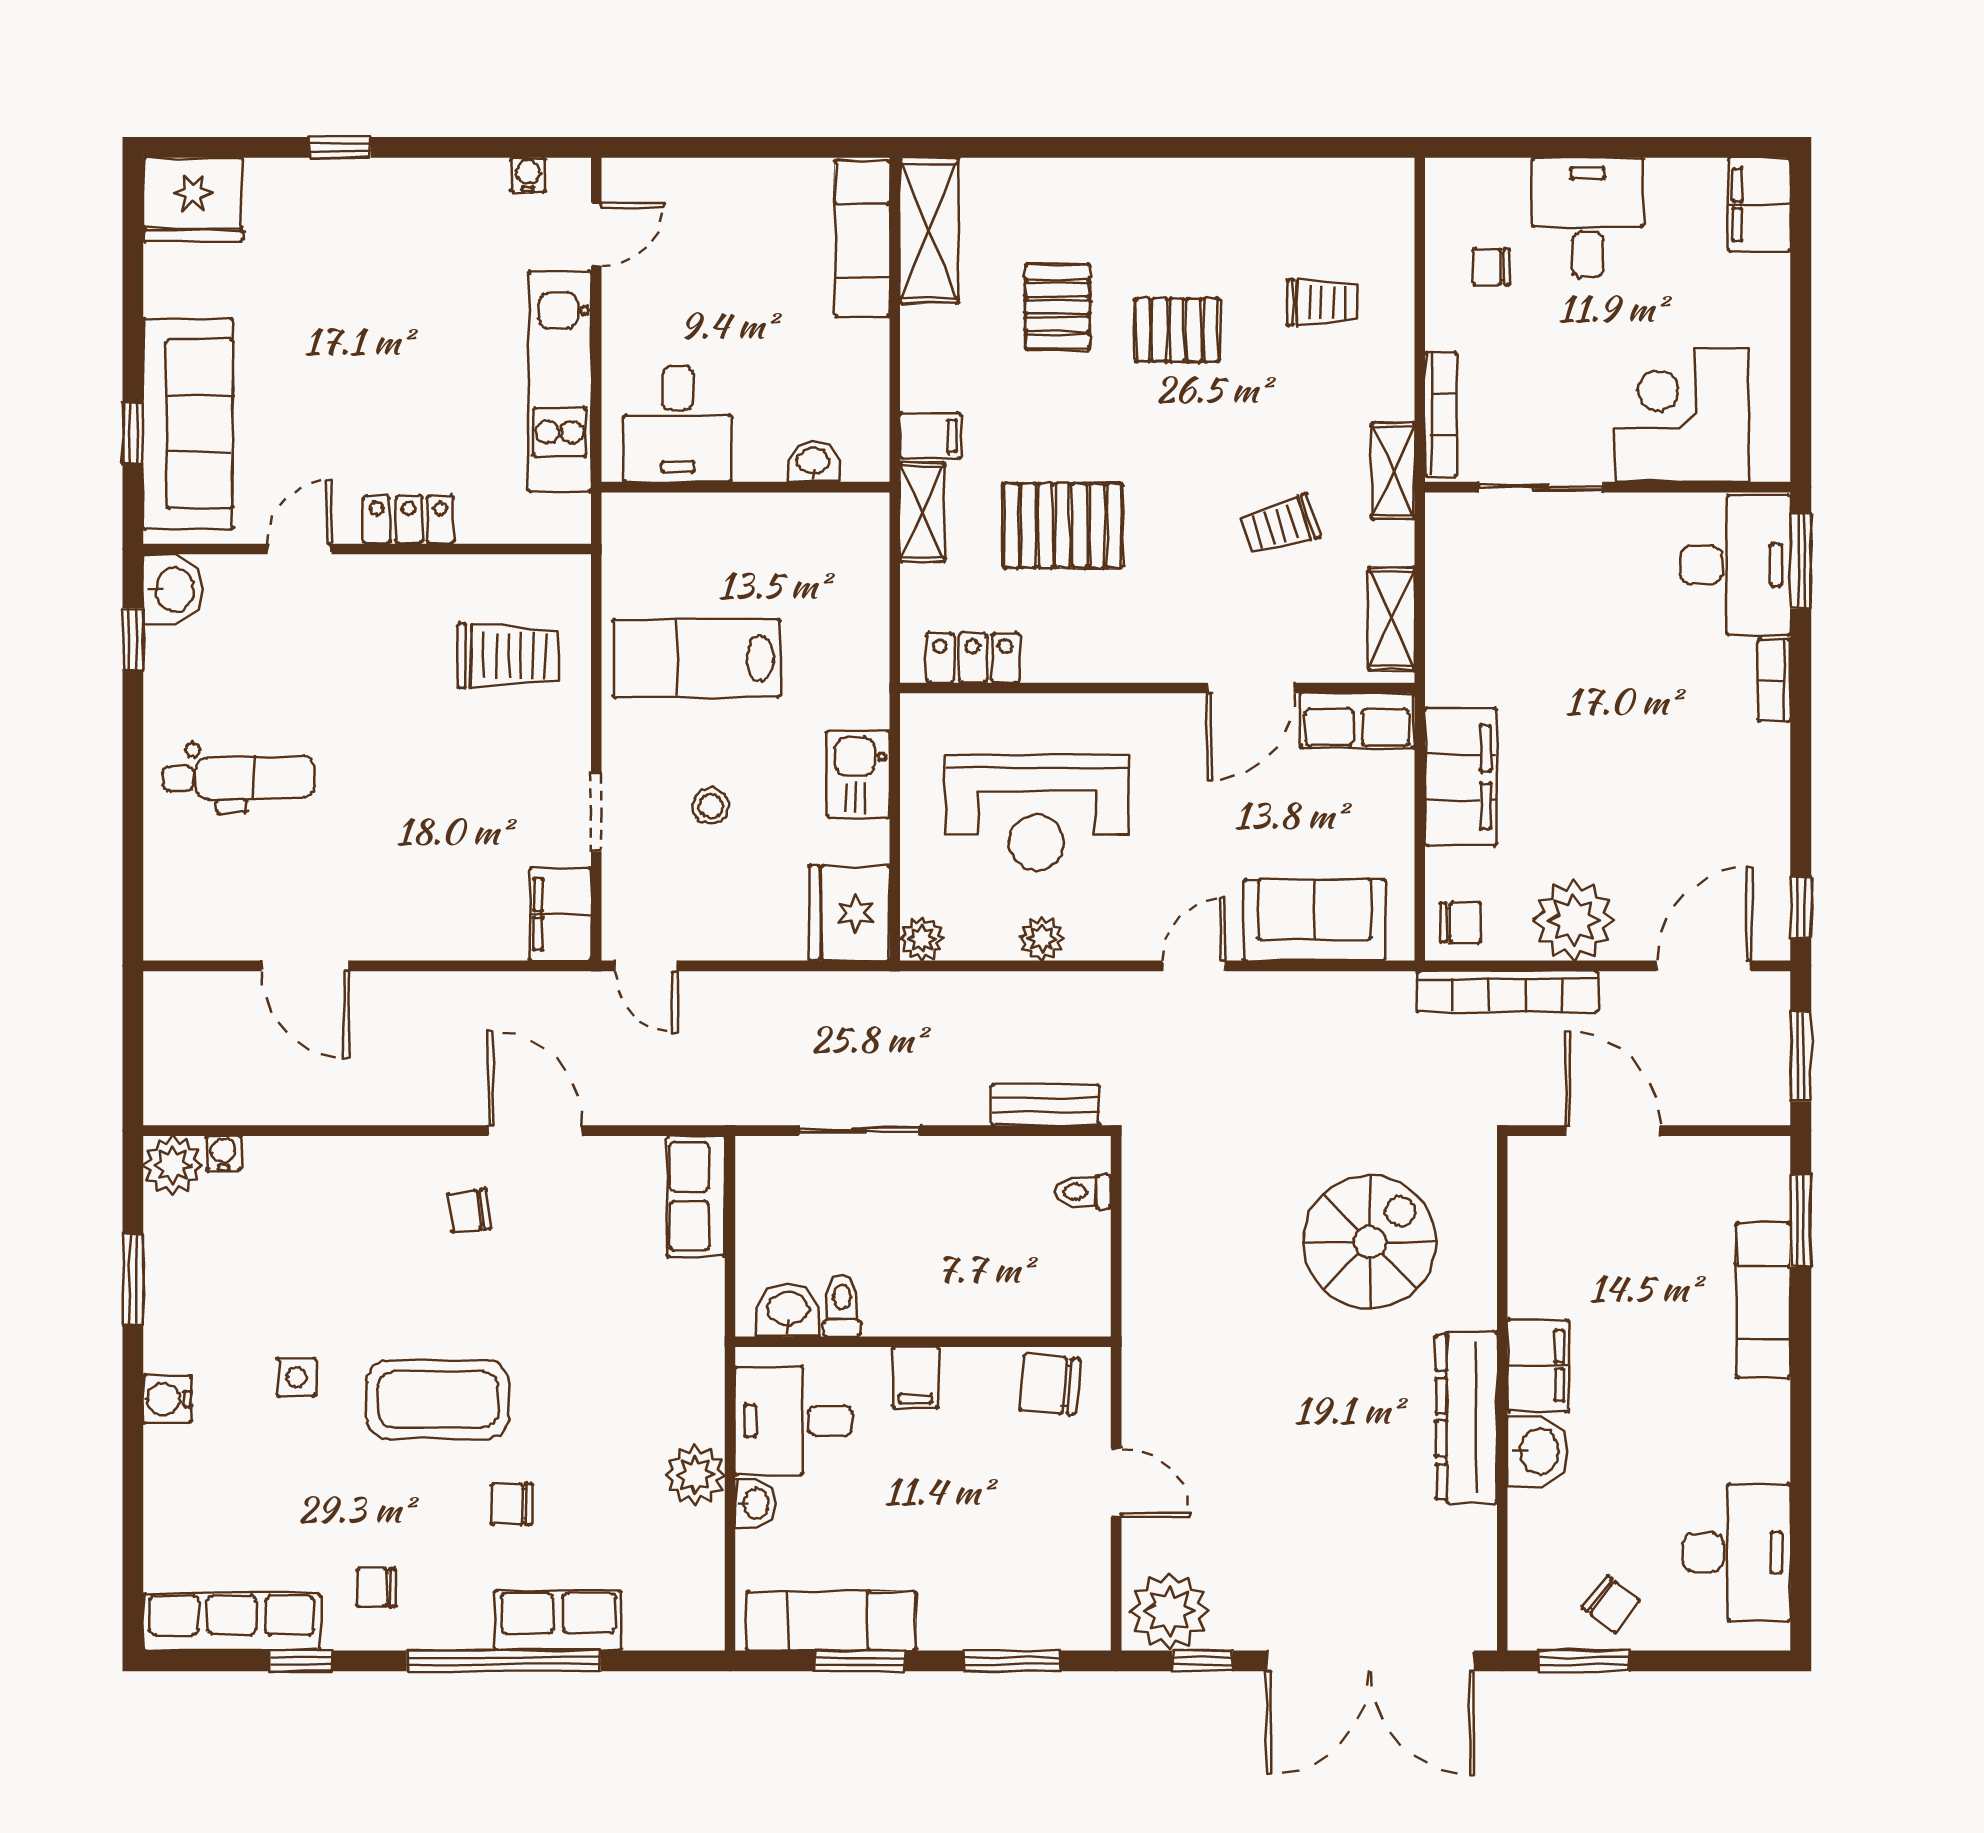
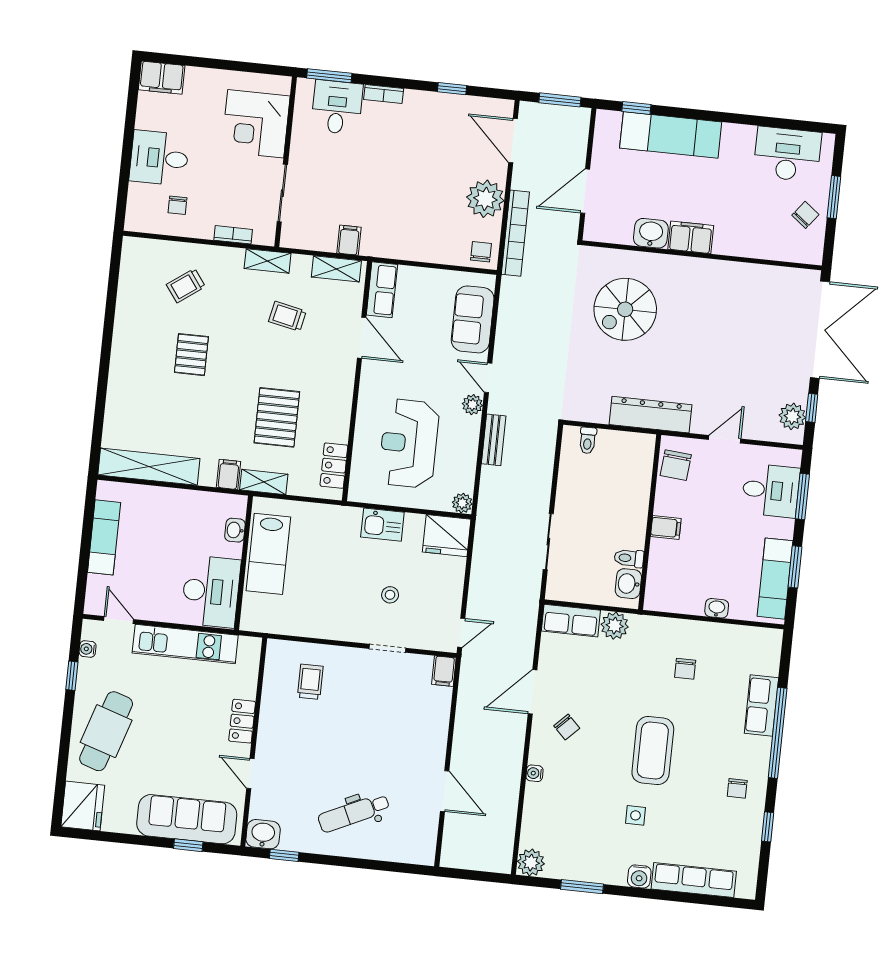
window: (340, 147) -> (72, 676), moved
shelving: (929, 230) -> (149, 467), width x1.47
cafe table: (357, 233) -> (106, 731), added
exam couch: (862, 239) -> (104, 537), moved, turned -90
trolley: (1322, 302) -> (186, 286), turned -126
pallet: (1058, 307) -> (175, 409), removed
bookcase: (1441, 414) -> (233, 235), width x0.64
desk: (678, 424) -> (211, 591), width x1.37
trolley: (1280, 525) -> (287, 316), turned 119
desk: (1735, 565) -> (337, 107), width x0.73
trolley: (508, 656) -> (310, 682), width x0.73, depth x0.72
lab bench: (697, 658) -> (268, 554), moved
filing cabinet: (1461, 777) -> (349, 240), moved, width x0.33, depth x0.86
dental chair: (239, 778) -> (354, 813), turned -114
reception desk: (1037, 812) -> (409, 443), turned 180
window: (1801, 907) -> (452, 89), moved
filing cabinet: (560, 914) -> (444, 671), width x0.50
plant: (1042, 939) -> (472, 405), moved
door: (305, 966) -> (445, 791), hinge flipped
bench: (1045, 1105) -> (494, 440), moved
water cooler: (224, 1153) -> (535, 773), moved
chair: (469, 1211) -> (567, 727), turned -38
window: (1801, 1221) -> (636, 108), width x0.67
spiral stairs: (1370, 1242) -> (625, 309), turned -90
exam couch: (1763, 1300) -> (671, 135), width x1.36, depth x1.45
dresser: (1466, 1417) -> (650, 415), moved, turned 180
desk: (794, 1421) -> (771, 490), moved, turned -90
washbasin: (1538, 1451) -> (651, 233), moved
plant: (695, 1475) -> (615, 626), moved
chair: (512, 1504) -> (685, 669), moved
plant: (1169, 1611) -> (792, 416), width x0.73, depth x0.73
row of seats: (232, 1622) -> (694, 880), moved, turned 90
window: (1584, 1661) -> (834, 197), moved

